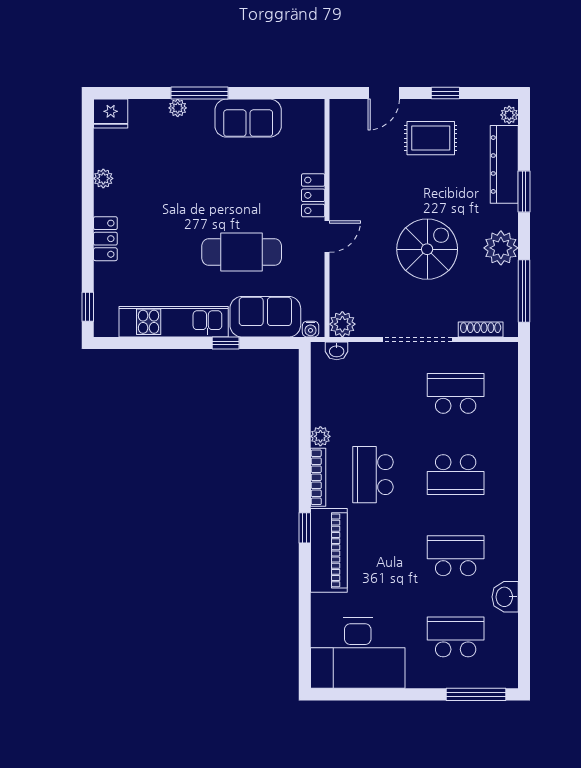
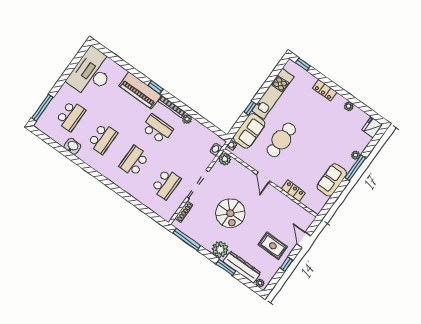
rug: (431, 138) -> (273, 246), turned 90
locker: (313, 195) -> (293, 191), moved
plant: (501, 248) -> (220, 250), moved

